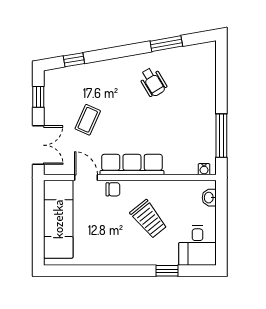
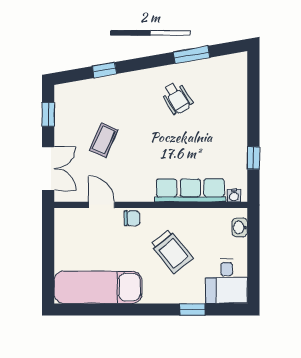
window: (74, 60) -> (104, 70), moved
window: (221, 136) -> (253, 158), width x0.46
row of seats: (132, 165) -> (190, 190), moved
exam couch: (58, 219) -> (98, 287), moved, turned -90

